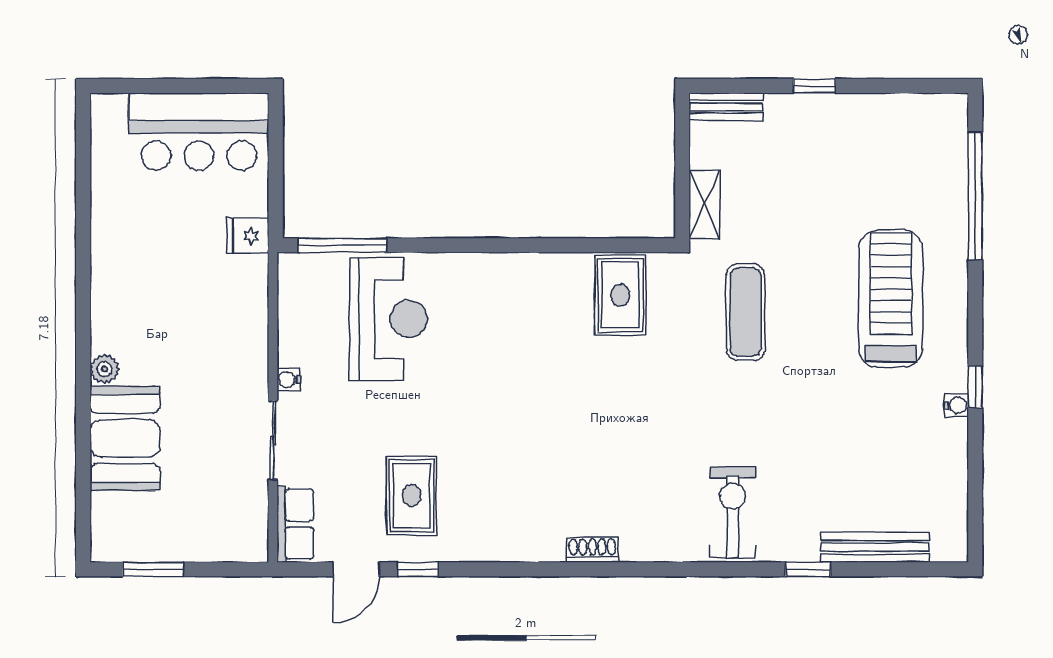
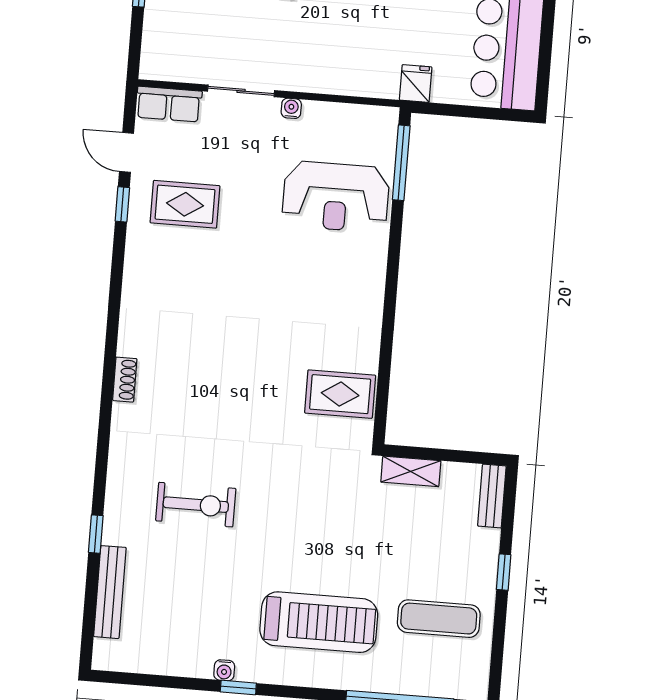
exercise mat: (746, 312) -> (439, 619), moved
exercise bike: (733, 513) -> (196, 505), moved
shoe rack: (592, 550) -> (125, 380), moved

